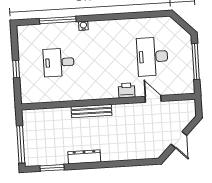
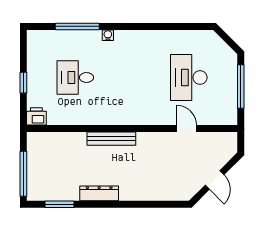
printer: (127, 90) -> (36, 116), moved

